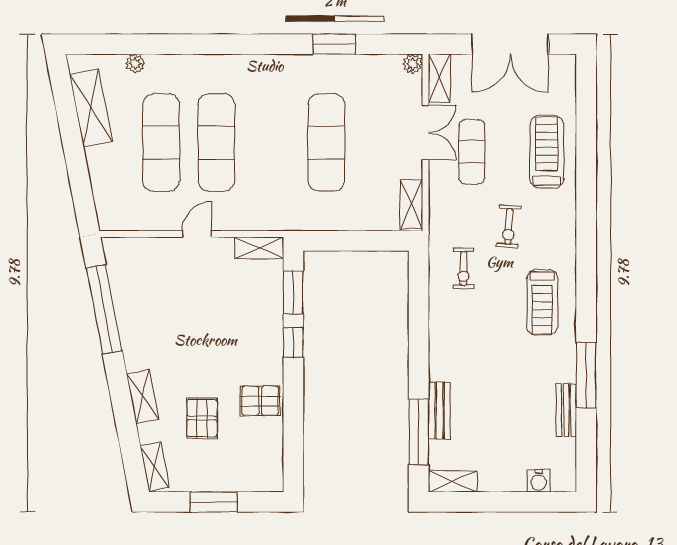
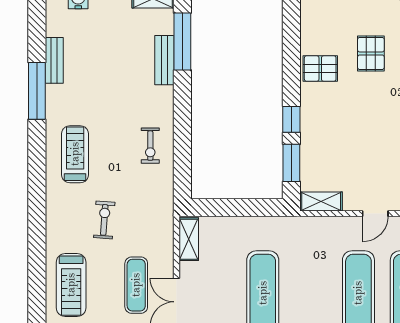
exercise bike: (464, 269) -> (150, 146), moved, turned 180

